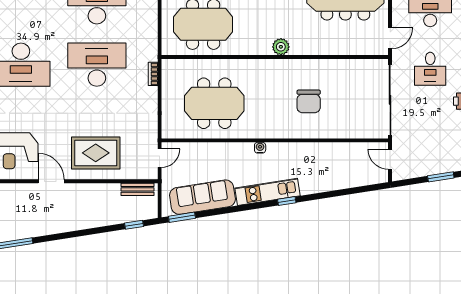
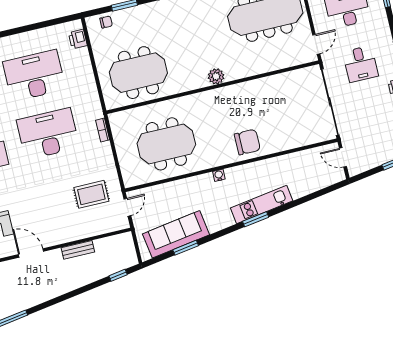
chair: (309, 101) -> (247, 142), moved, turned -90
rug: (96, 153) -> (91, 194), moved, width x0.73, depth x0.70
bench: (138, 189) -> (78, 250), moved
kitchen unit: (268, 192) -> (262, 204), moved
window: (287, 201) -> (256, 219), width x1.50
window: (182, 217) -> (186, 248), moved

